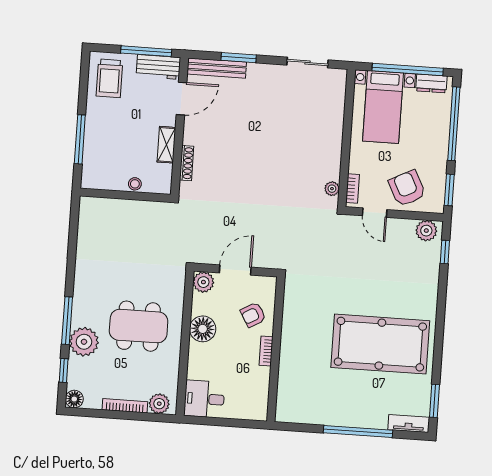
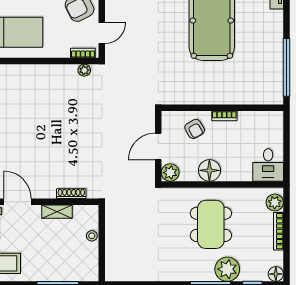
door: (235, 270) -> (158, 147), hinge flipped
window: (358, 432) -> (286, 67), moved

